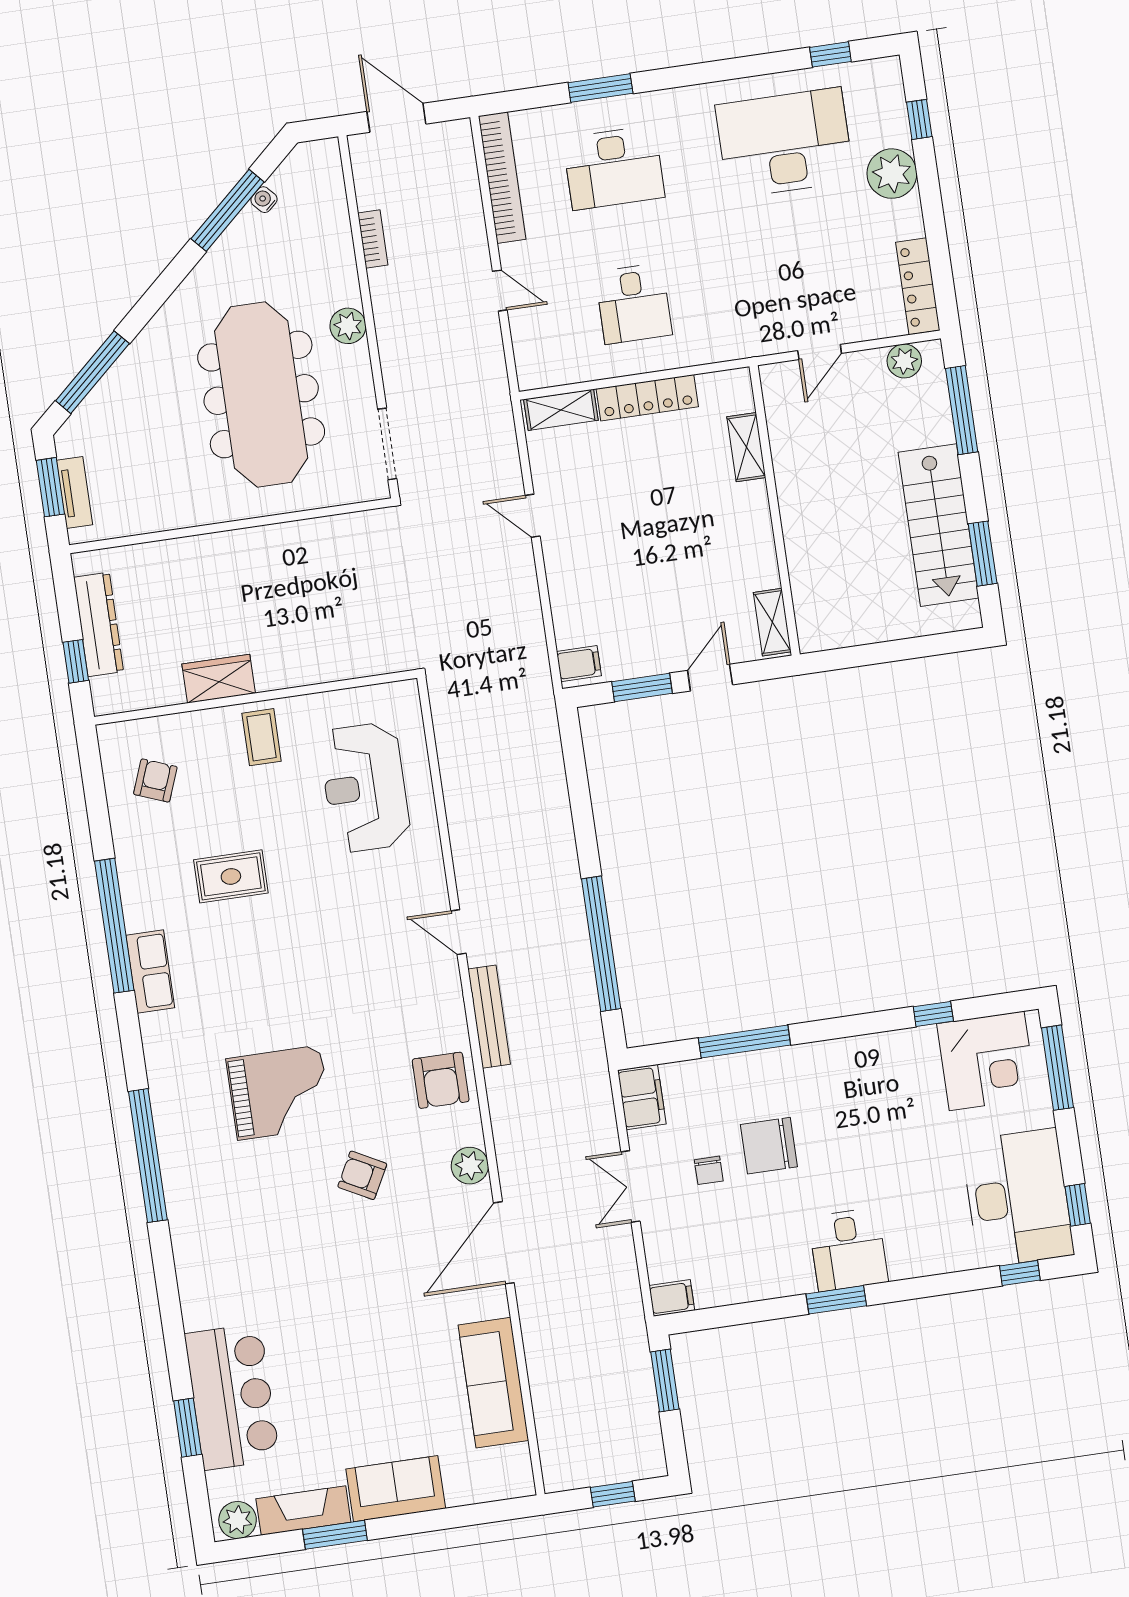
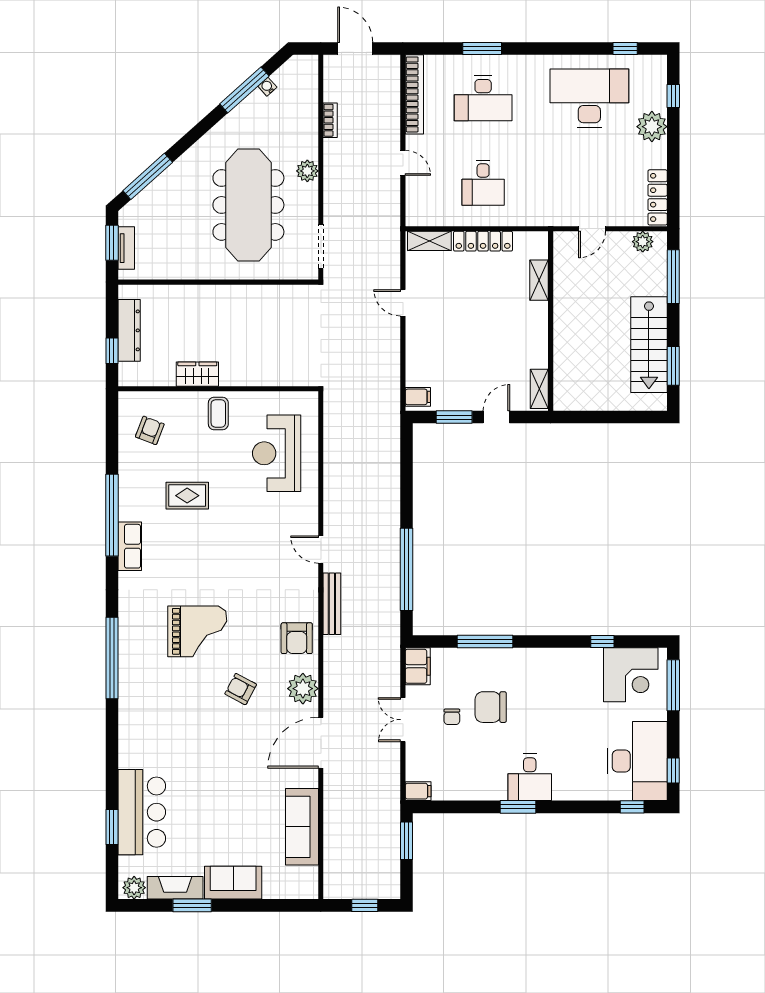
plant: (470, 1166) -> (303, 689), width x1.36, depth x1.36

